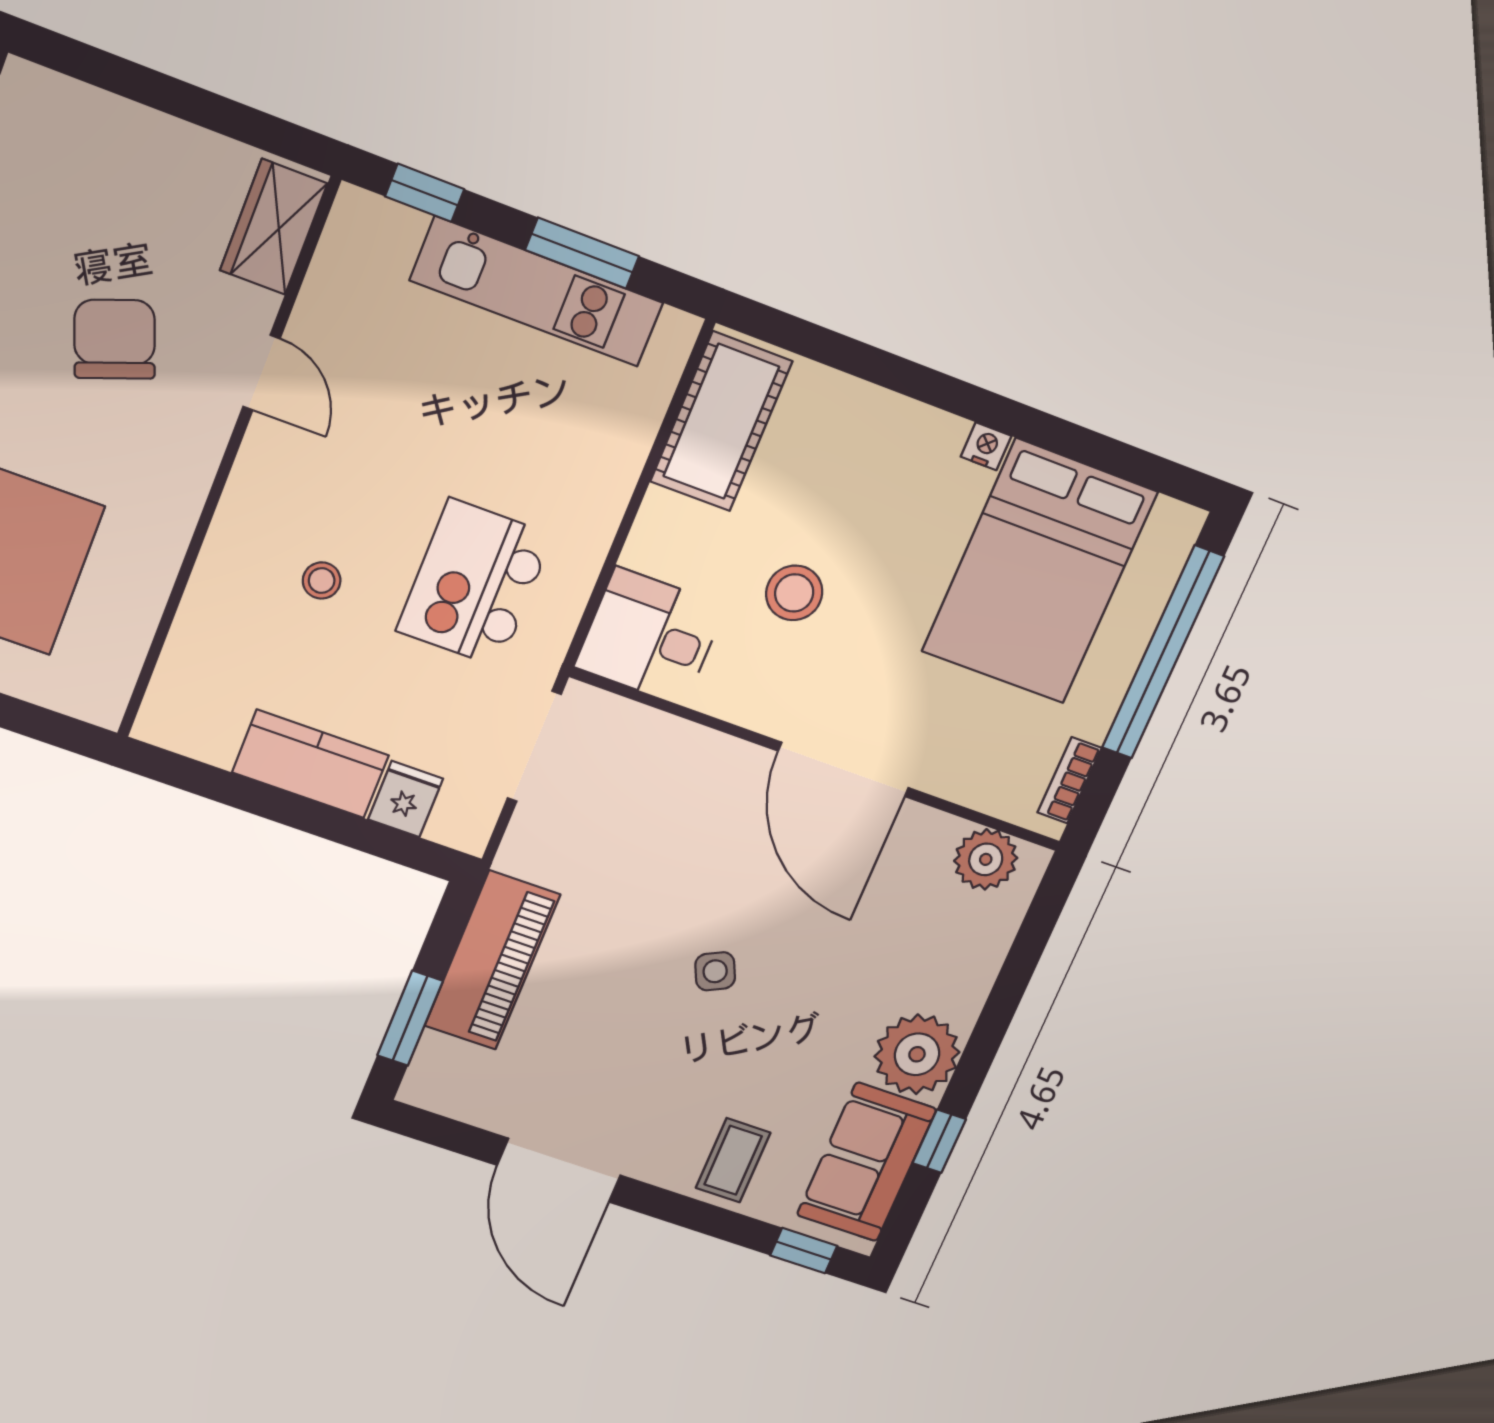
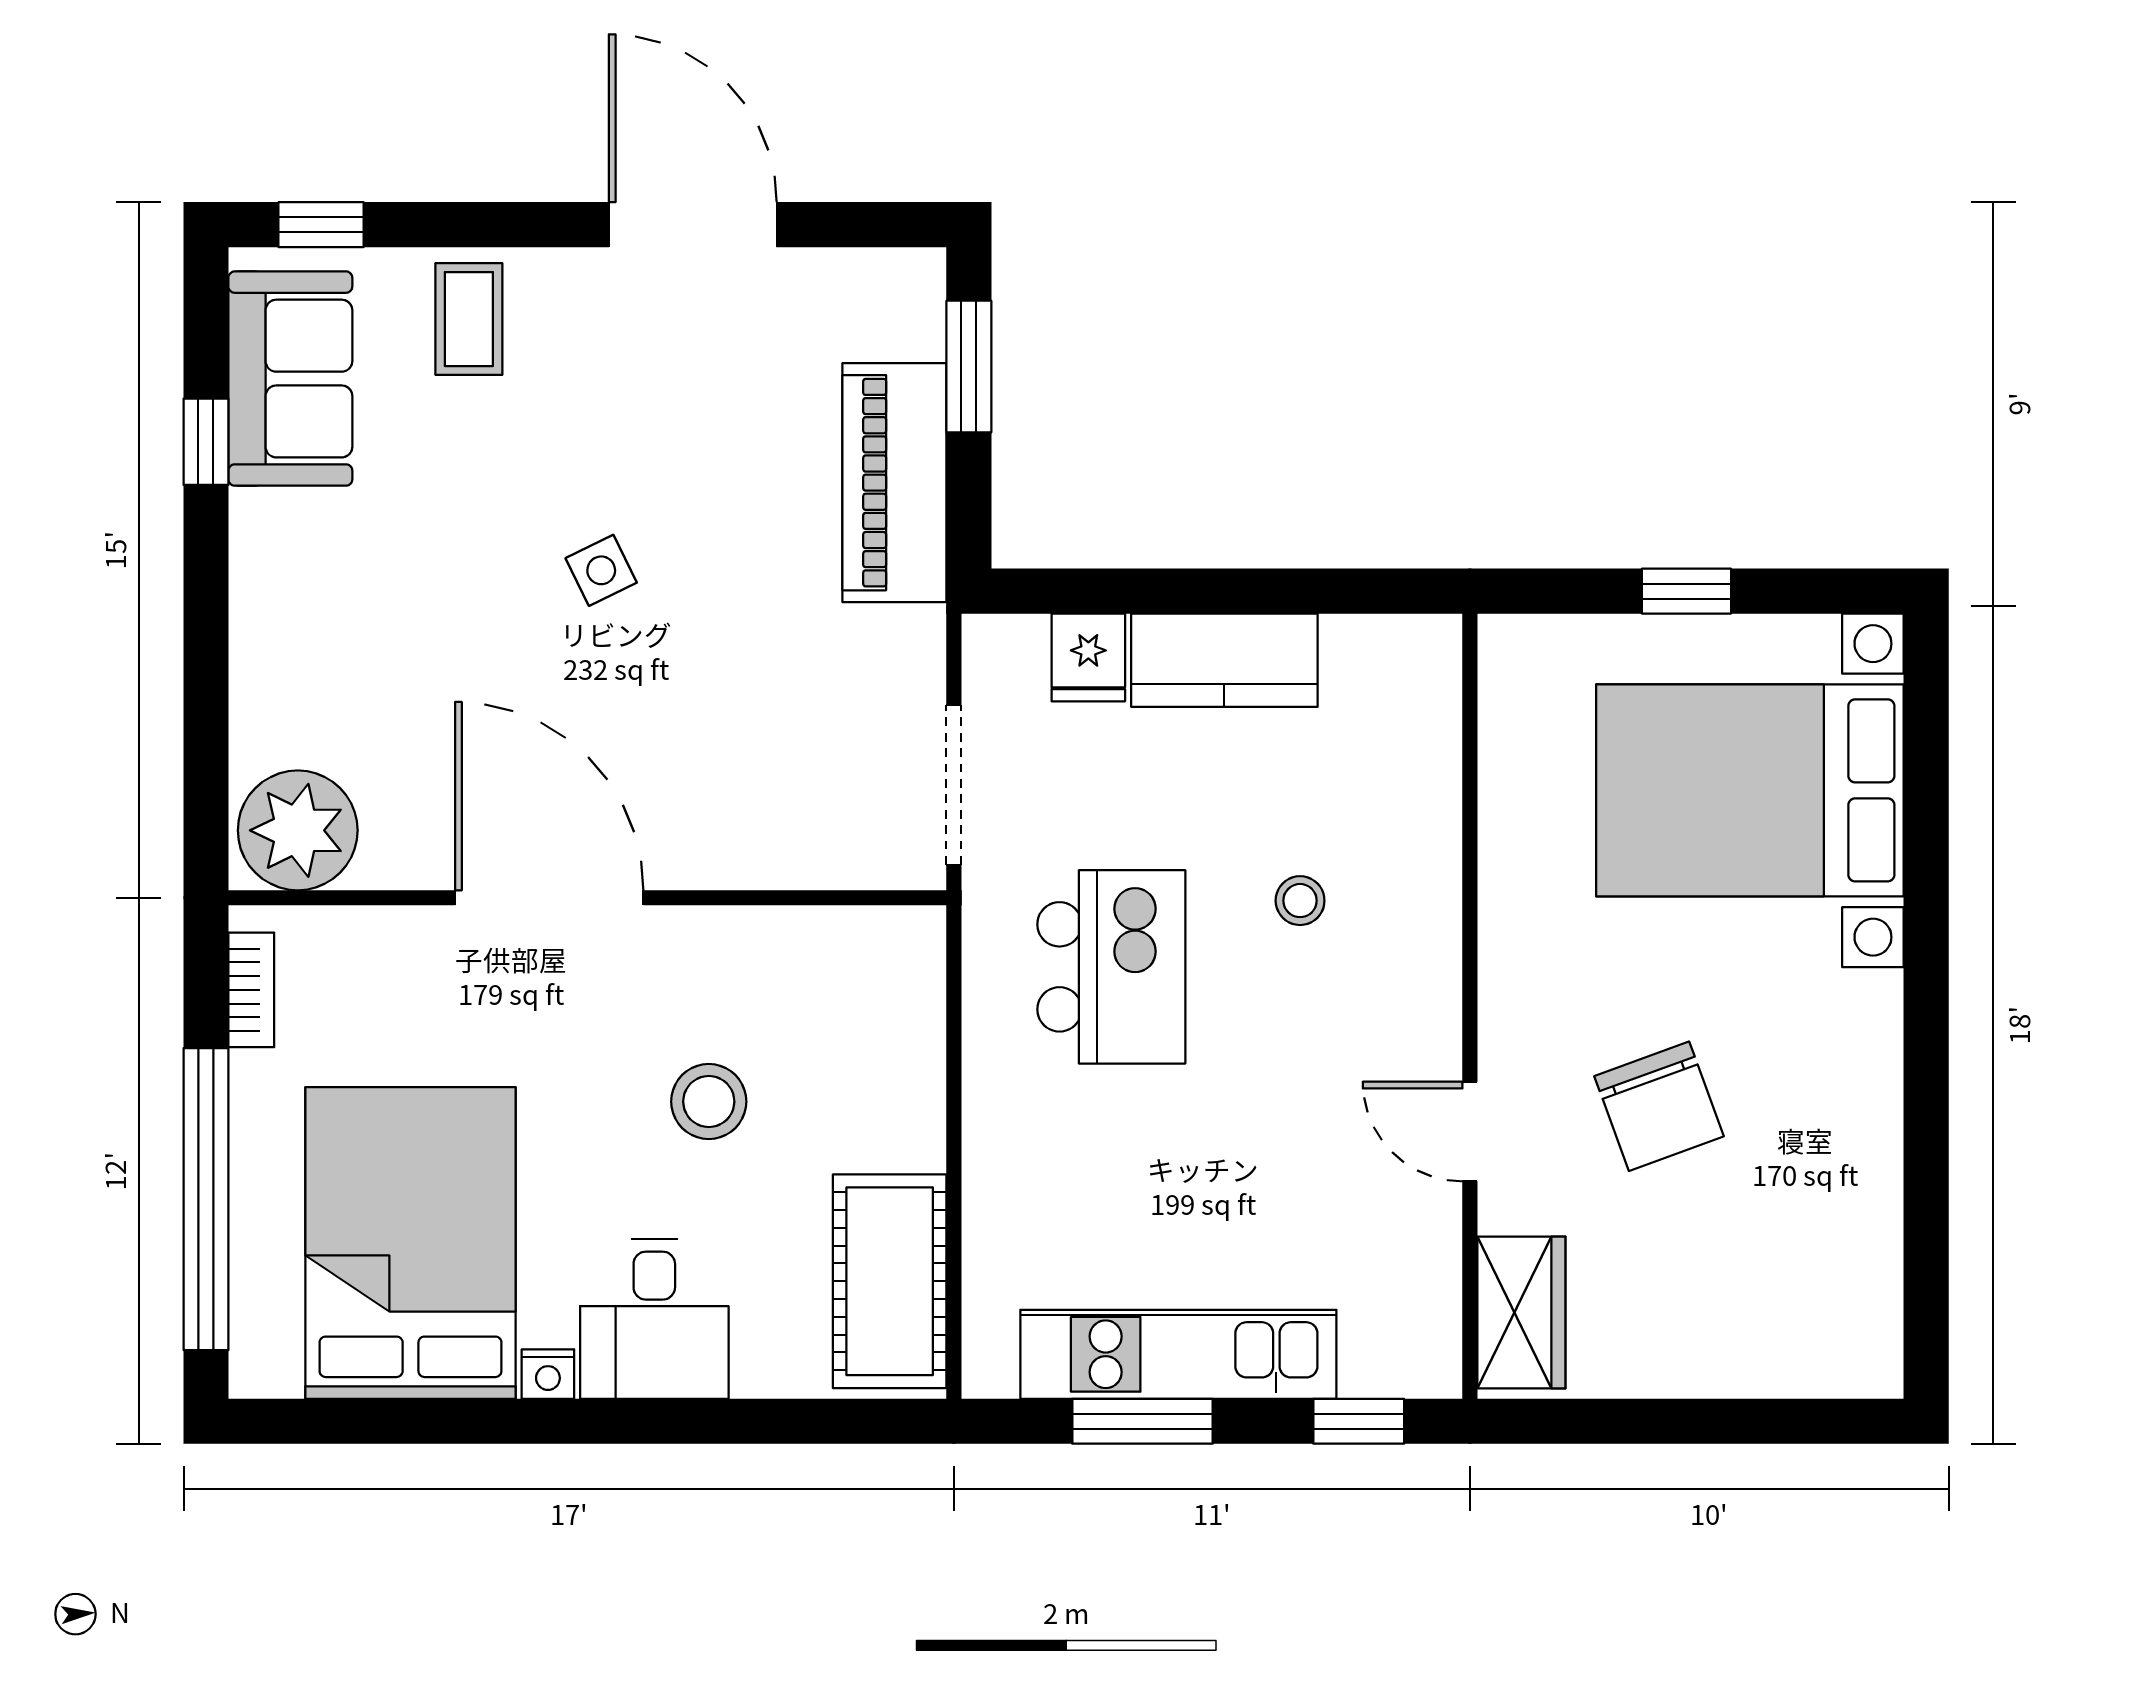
desk: (650, 636) -> (654, 1319), moved, turned 90
plant: (986, 859) -> (298, 830), width x1.36, depth x1.36
plant: (917, 1054) -> (288, 551), removed

